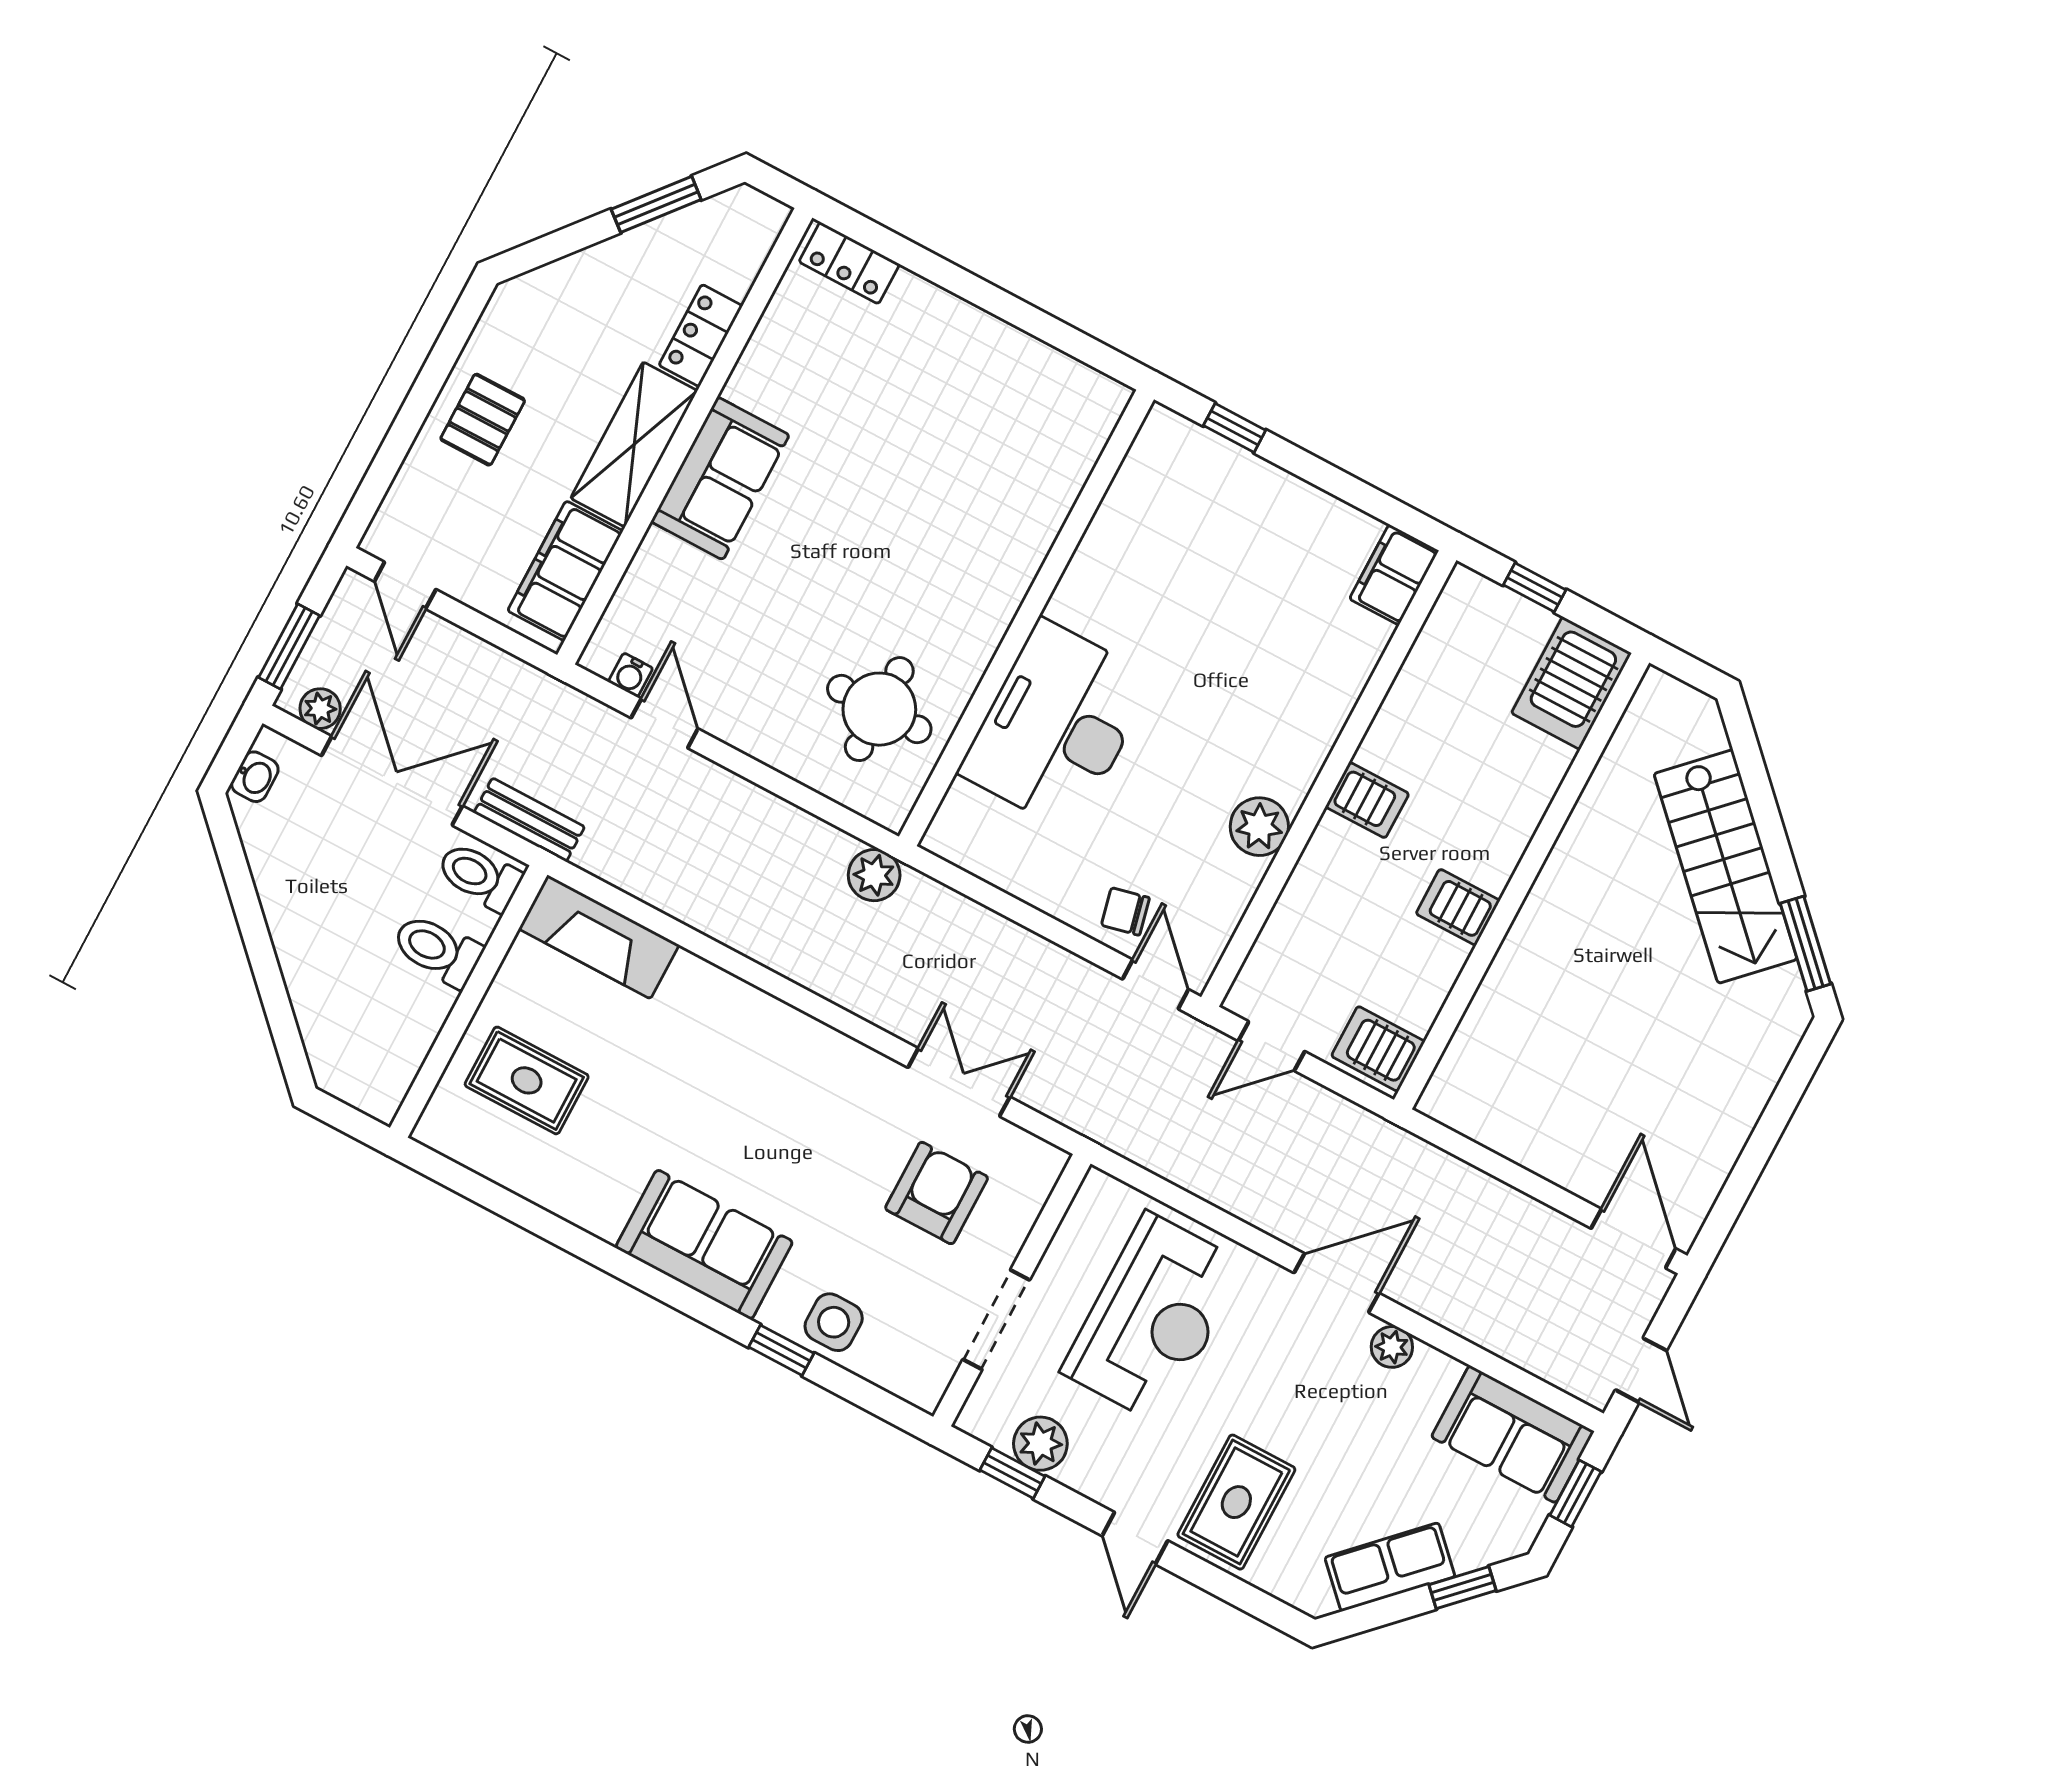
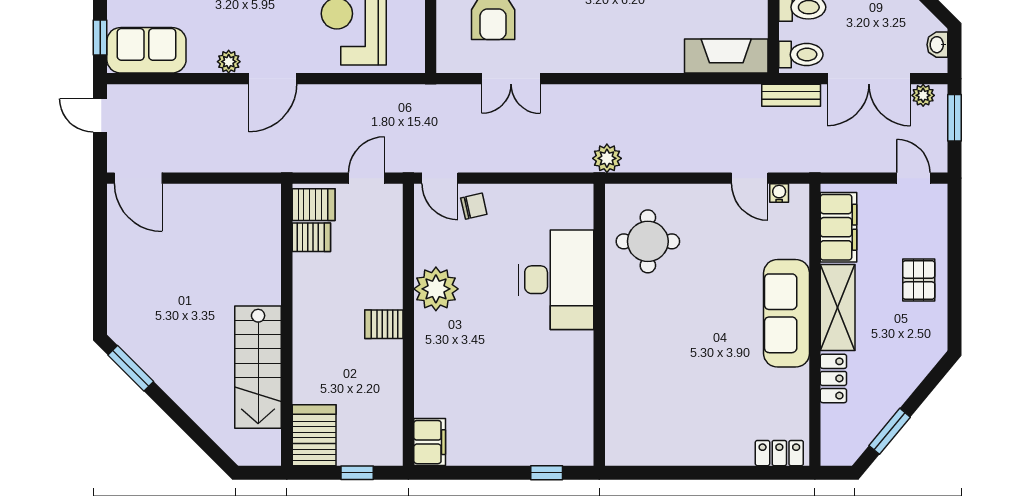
sofa: (720, 478) -> (787, 313), width x1.36
plant: (1259, 827) -> (436, 289), width x1.36, depth x1.36
stairs: (1726, 866) -> (258, 367), moved, turned -135
server rack: (1458, 907) -> (311, 237), moved

